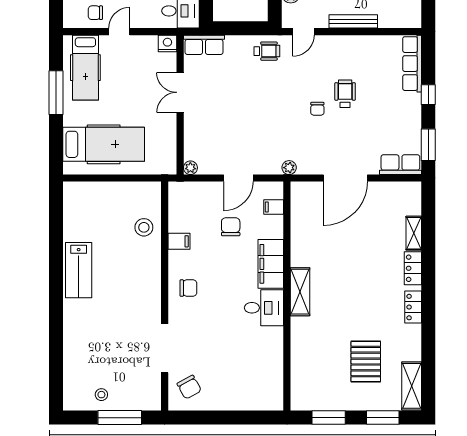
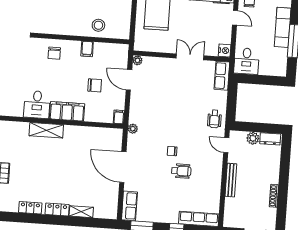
door: (238, 178) -> (129, 80), moved
filing cabinet: (274, 207) -> (119, 117), moved

